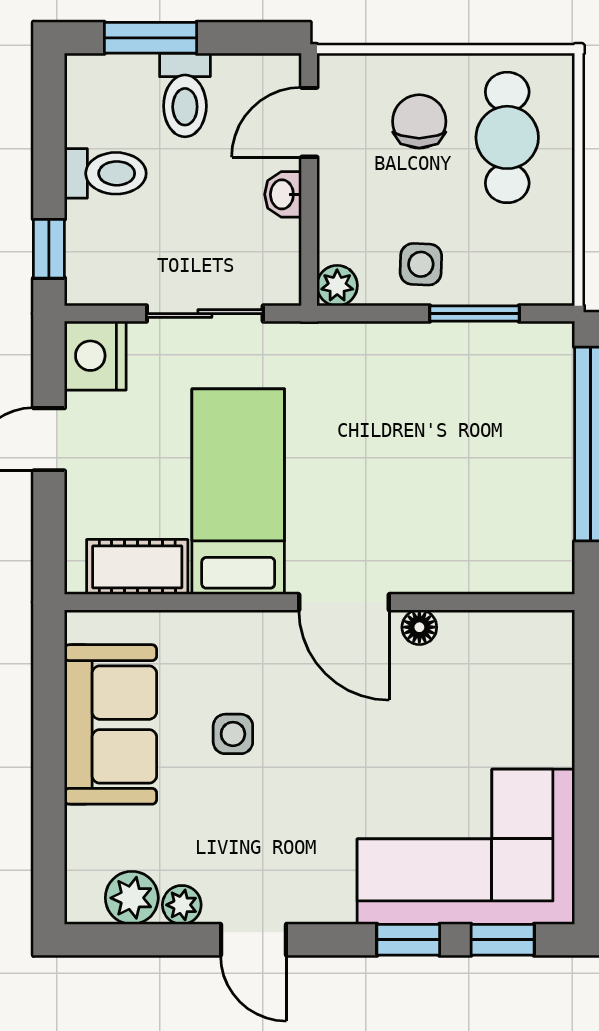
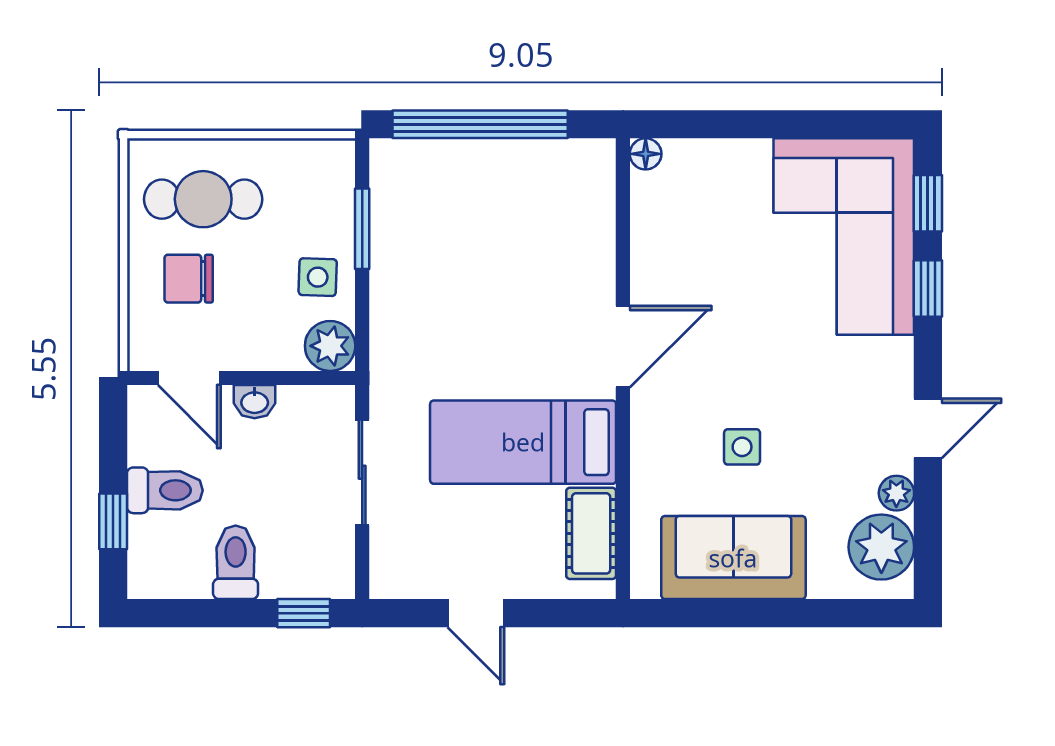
window: (151, 38) -> (113, 521), width x0.67
plant: (337, 286) -> (330, 346), width x1.38, depth x1.38
nightstand: (95, 356) -> (400, 571), removed
floor lamp: (419, 627) -> (646, 154), moved
plant: (132, 898) -> (881, 547), width x1.36, depth x1.36

